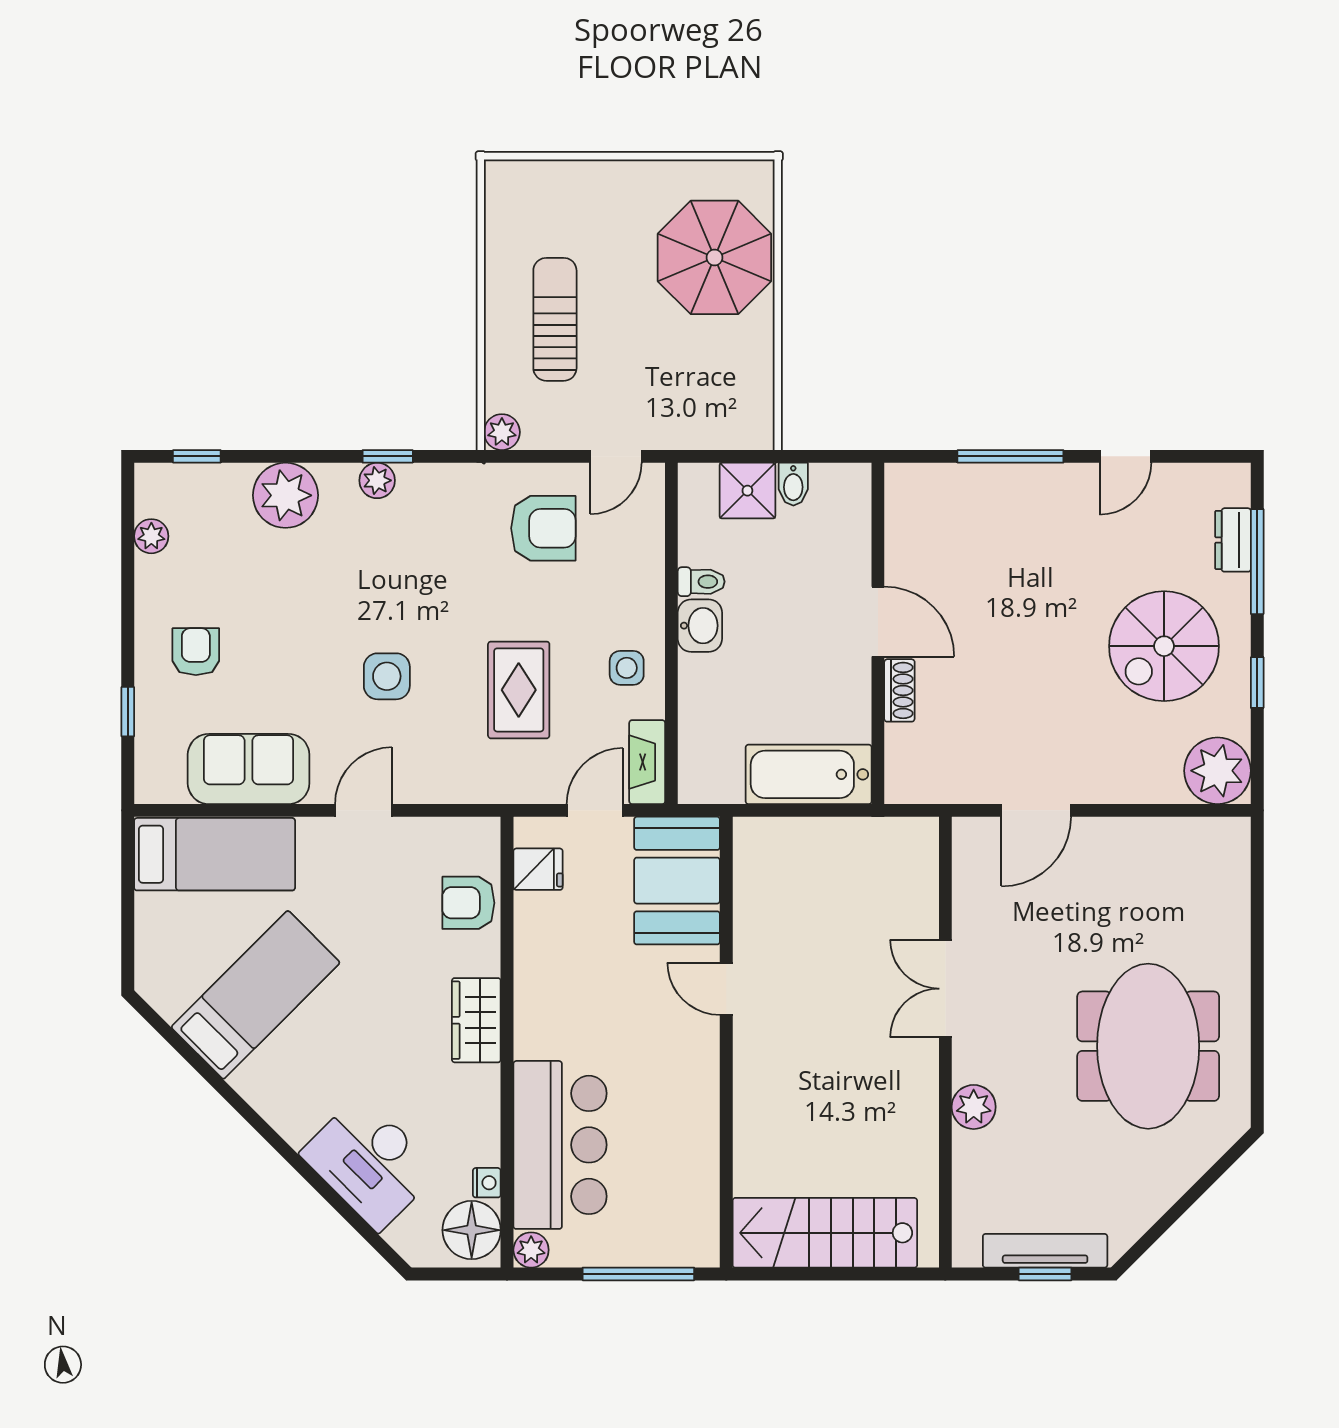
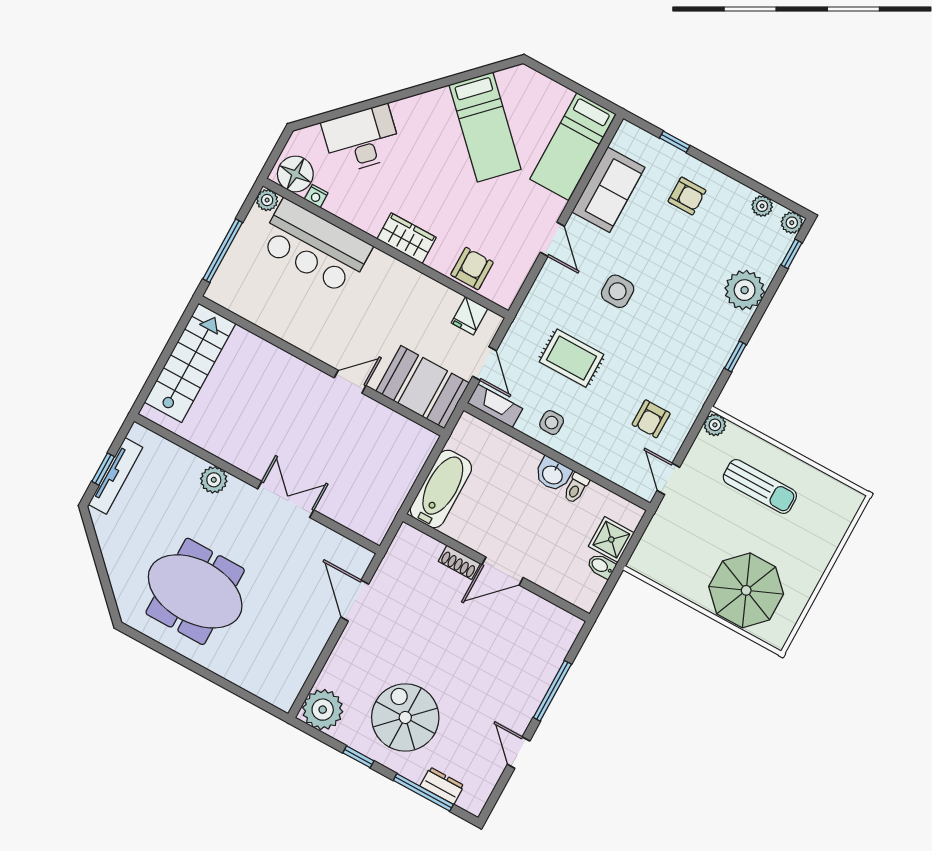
plant: (377, 480) -> (792, 223), moved
armchair: (543, 528) -> (651, 419), width x0.72, depth x0.72

